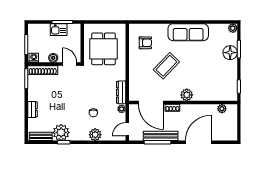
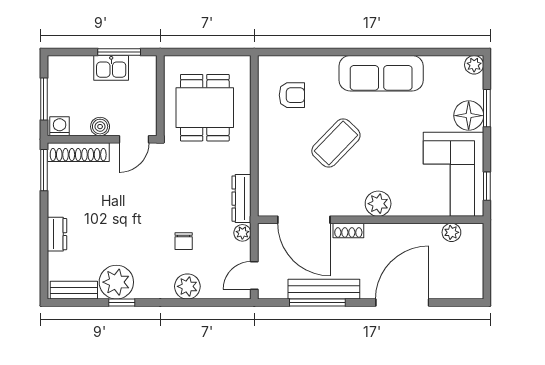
door: (70, 64) -> (134, 139), swing flipped
corner sofa: (223, 81) -> (453, 174), added

